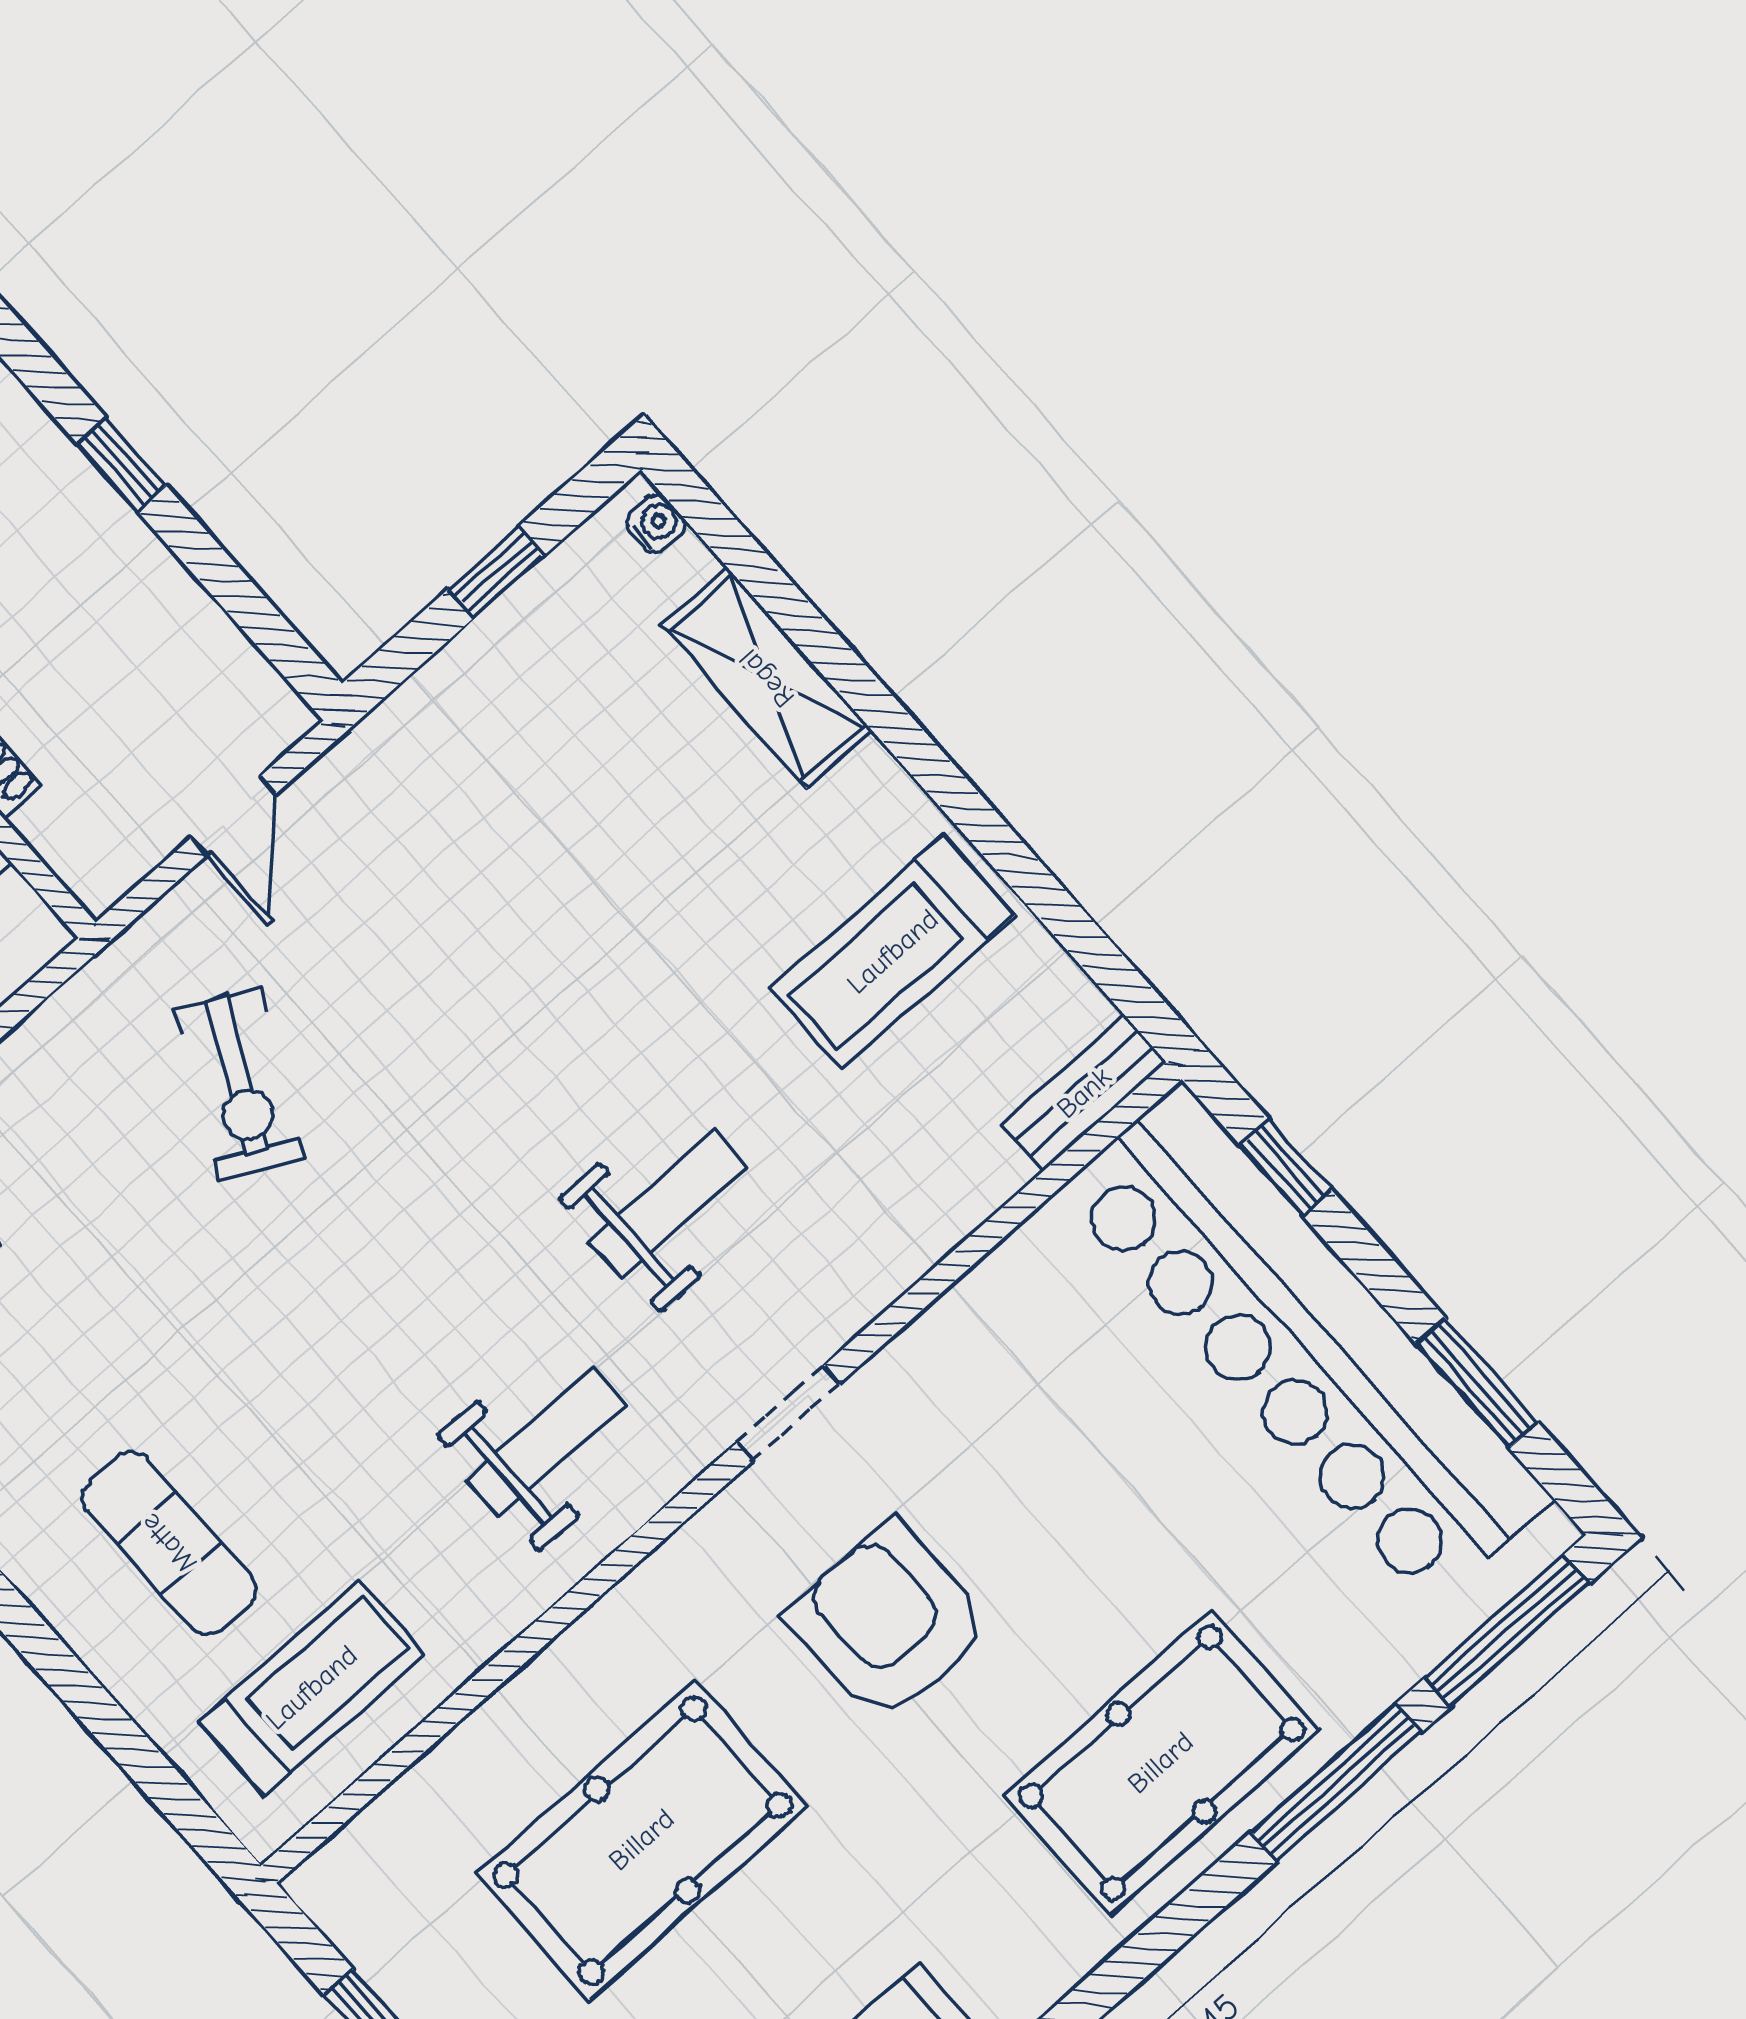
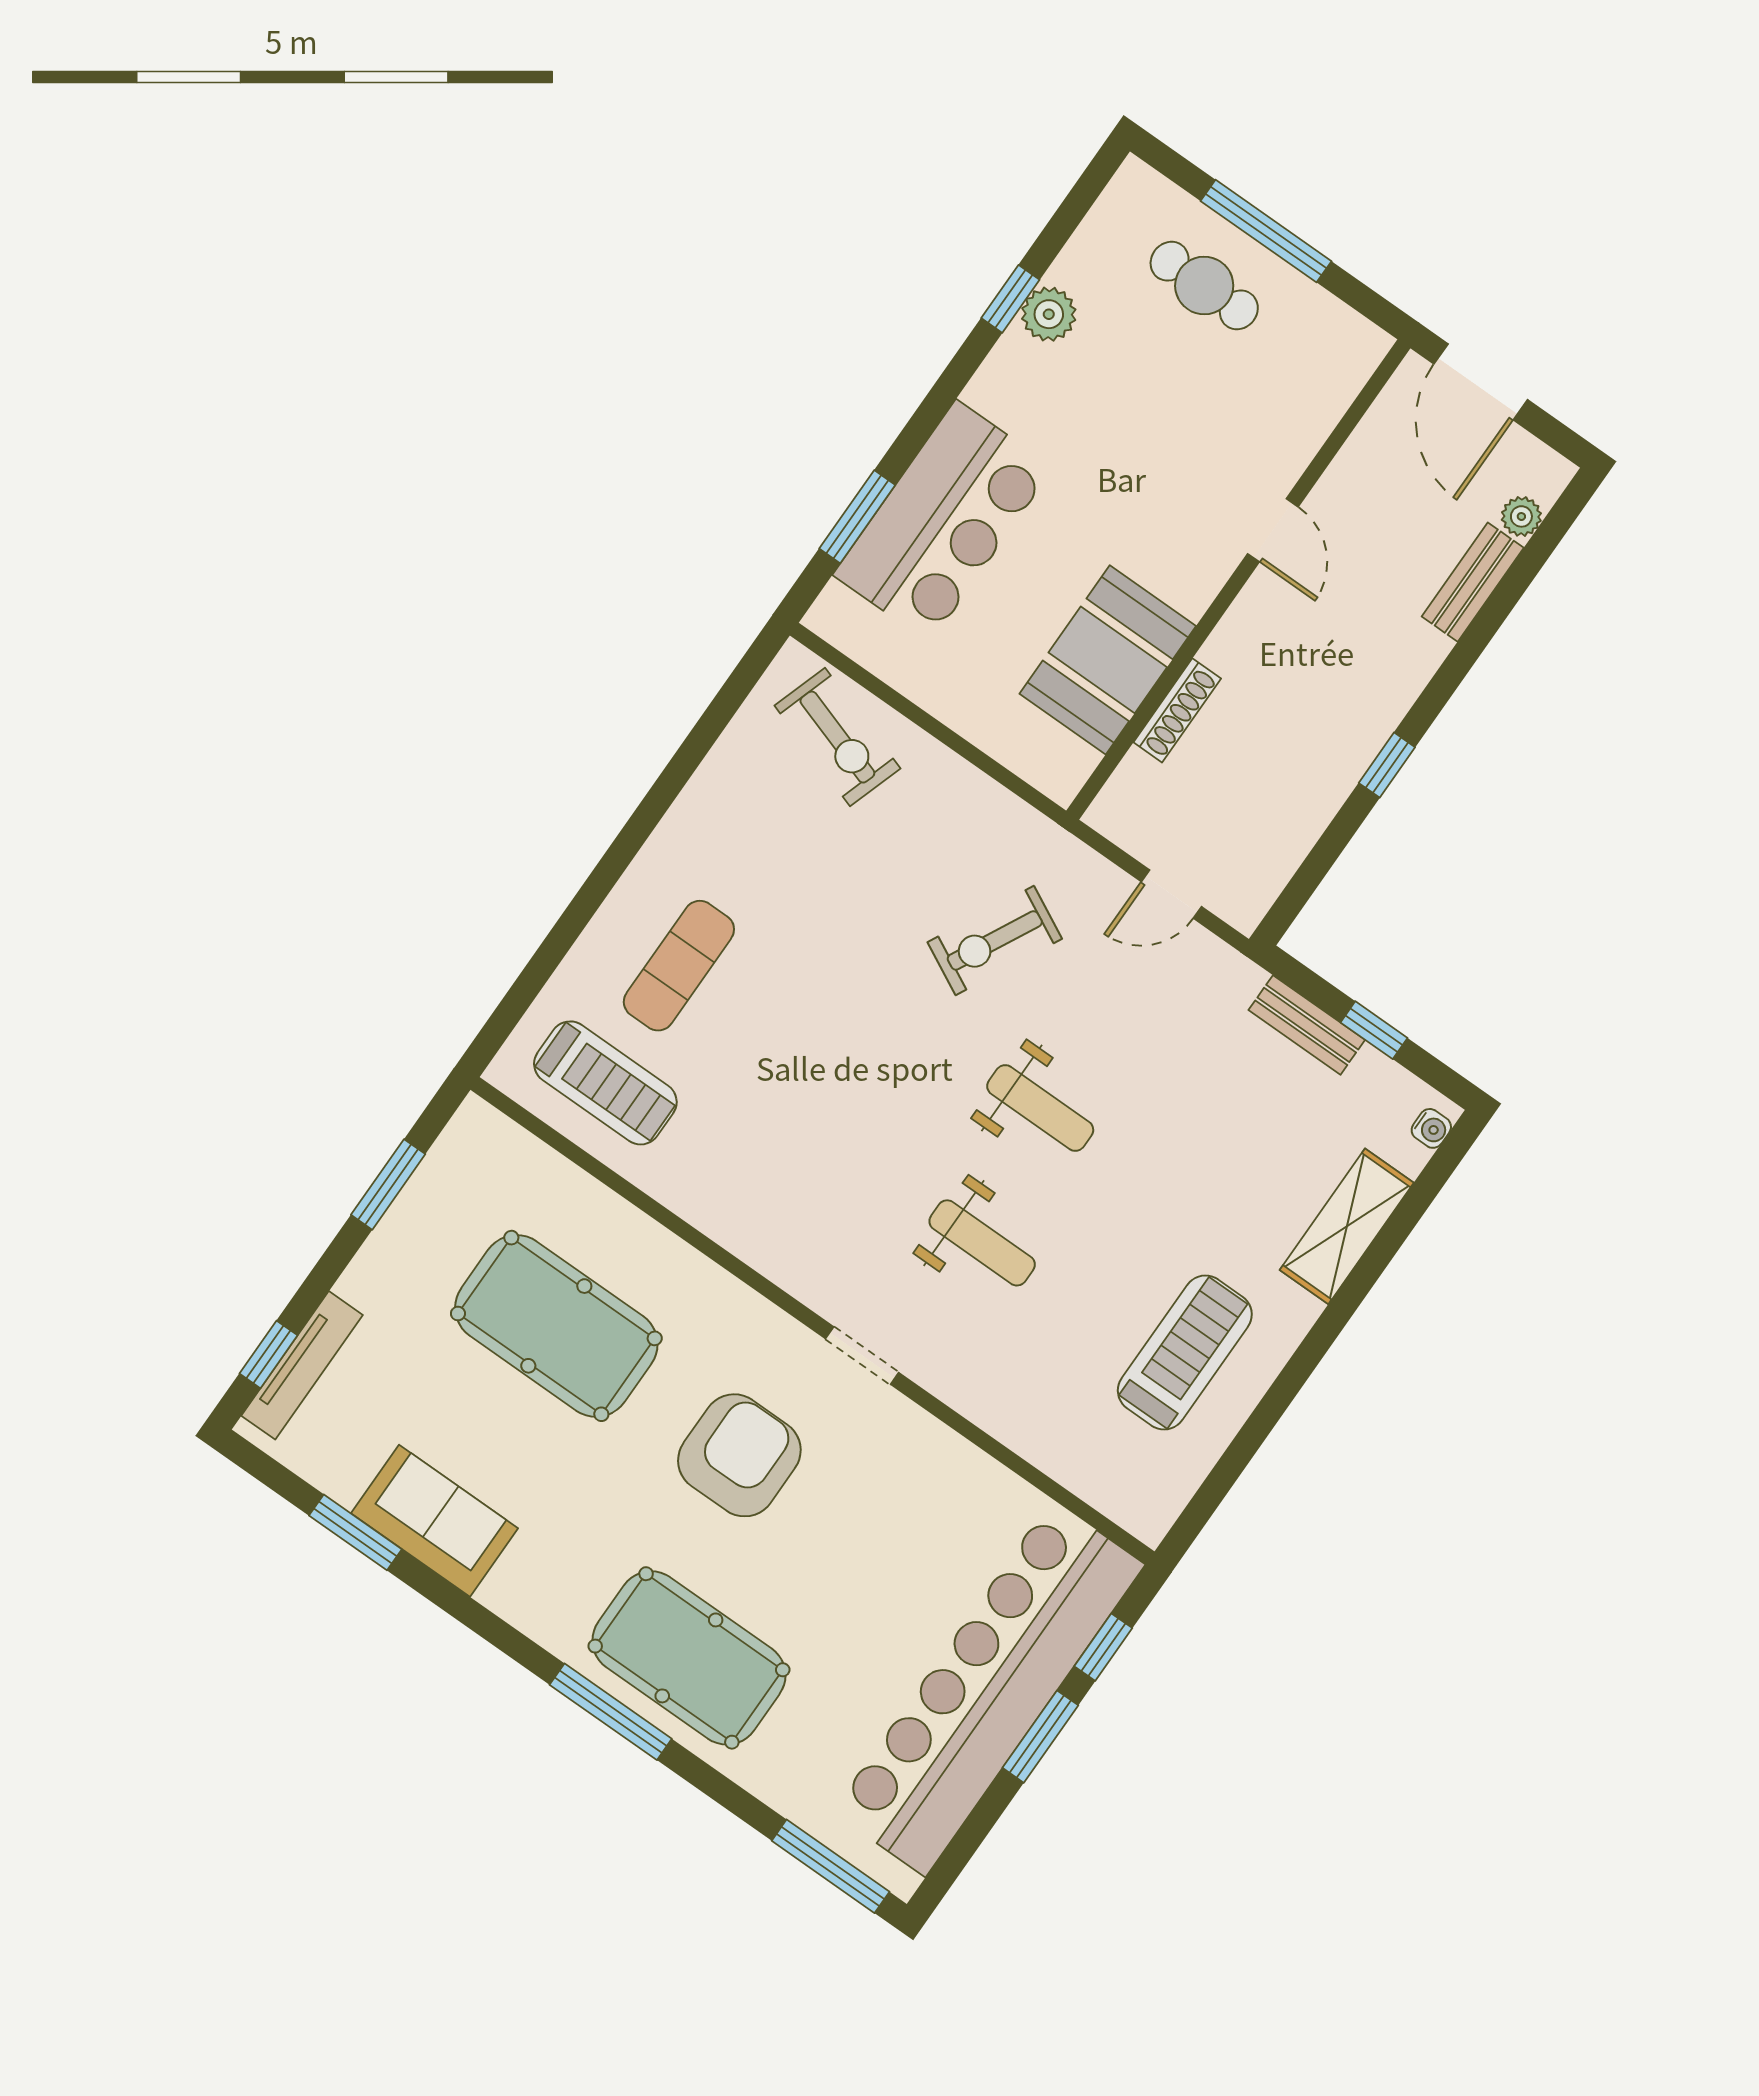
treadmill: (893, 952) -> (1185, 1353), turned 90
bench: (1084, 1093) -> (1307, 1025), moved
window: (1477, 1383) -> (1040, 1737), moved
weight bench: (546, 1442) -> (1040, 1108), moved
window: (1336, 1782) -> (611, 1712), moved

